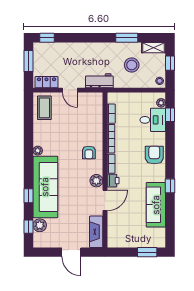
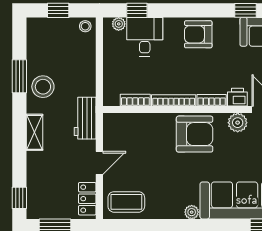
shelving: (154, 48) -> (35, 132), moved
stool: (132, 65) -> (43, 87), moved
armchair: (89, 153) -> (195, 134), width x1.88, depth x1.88

